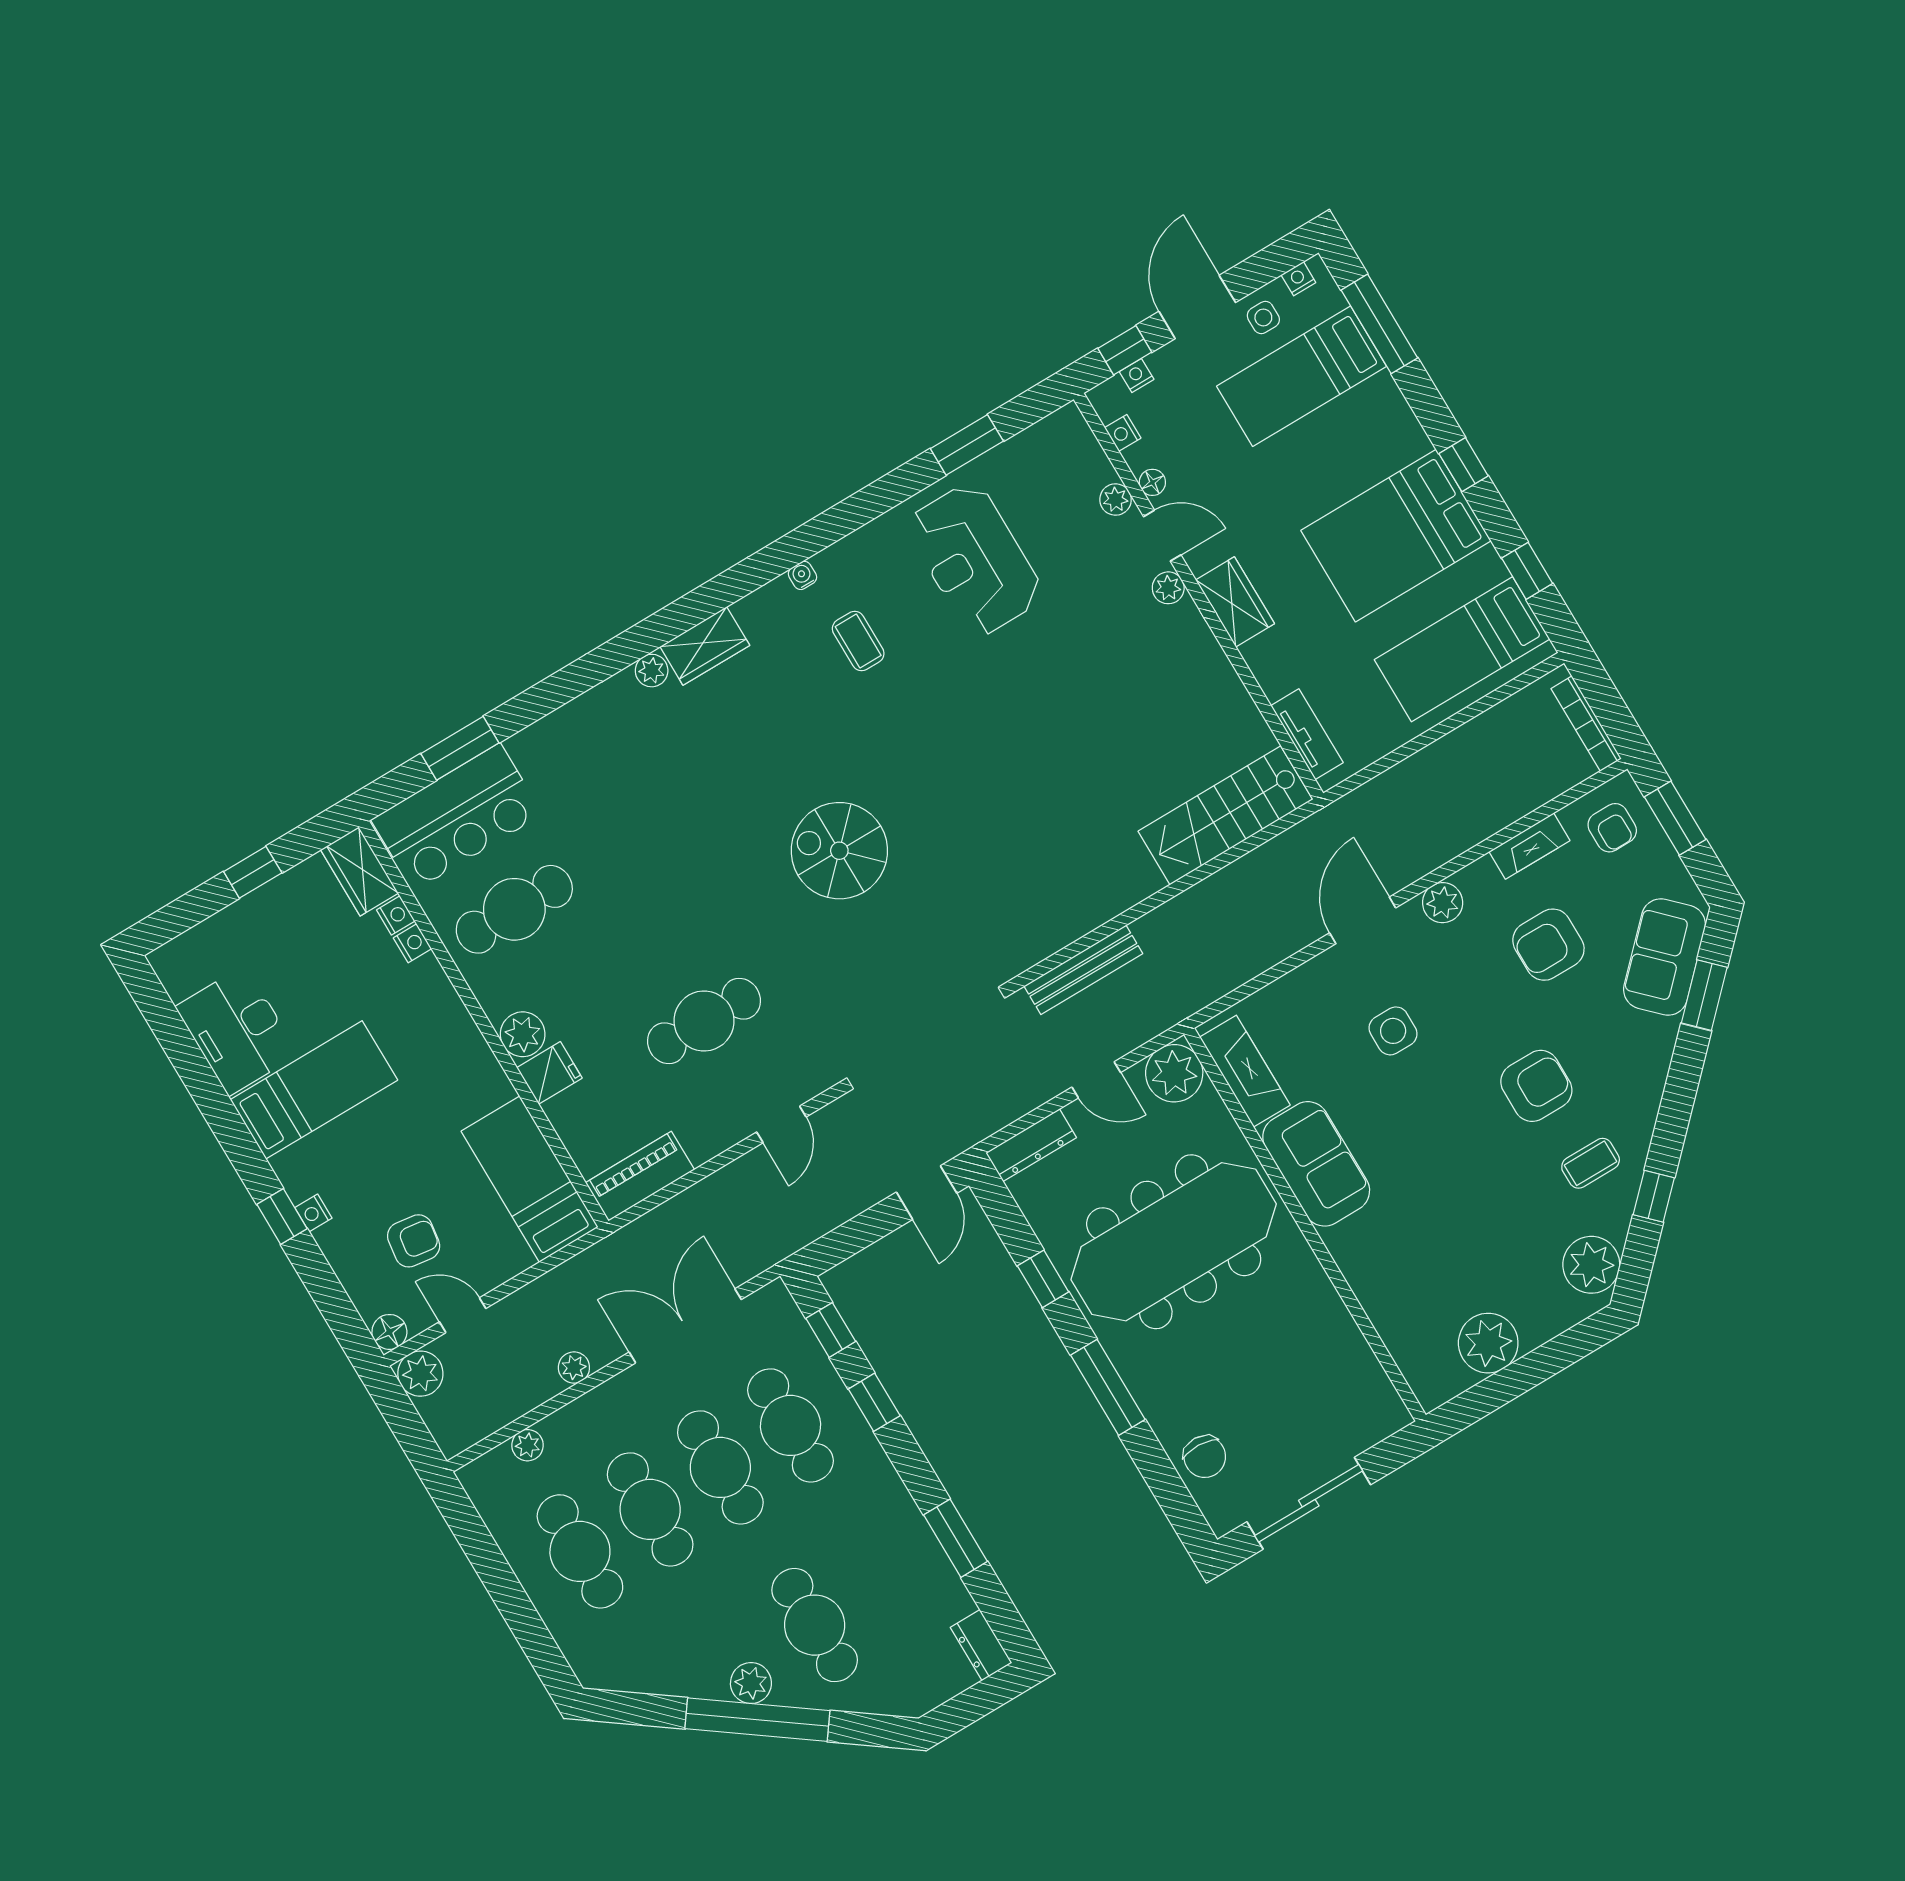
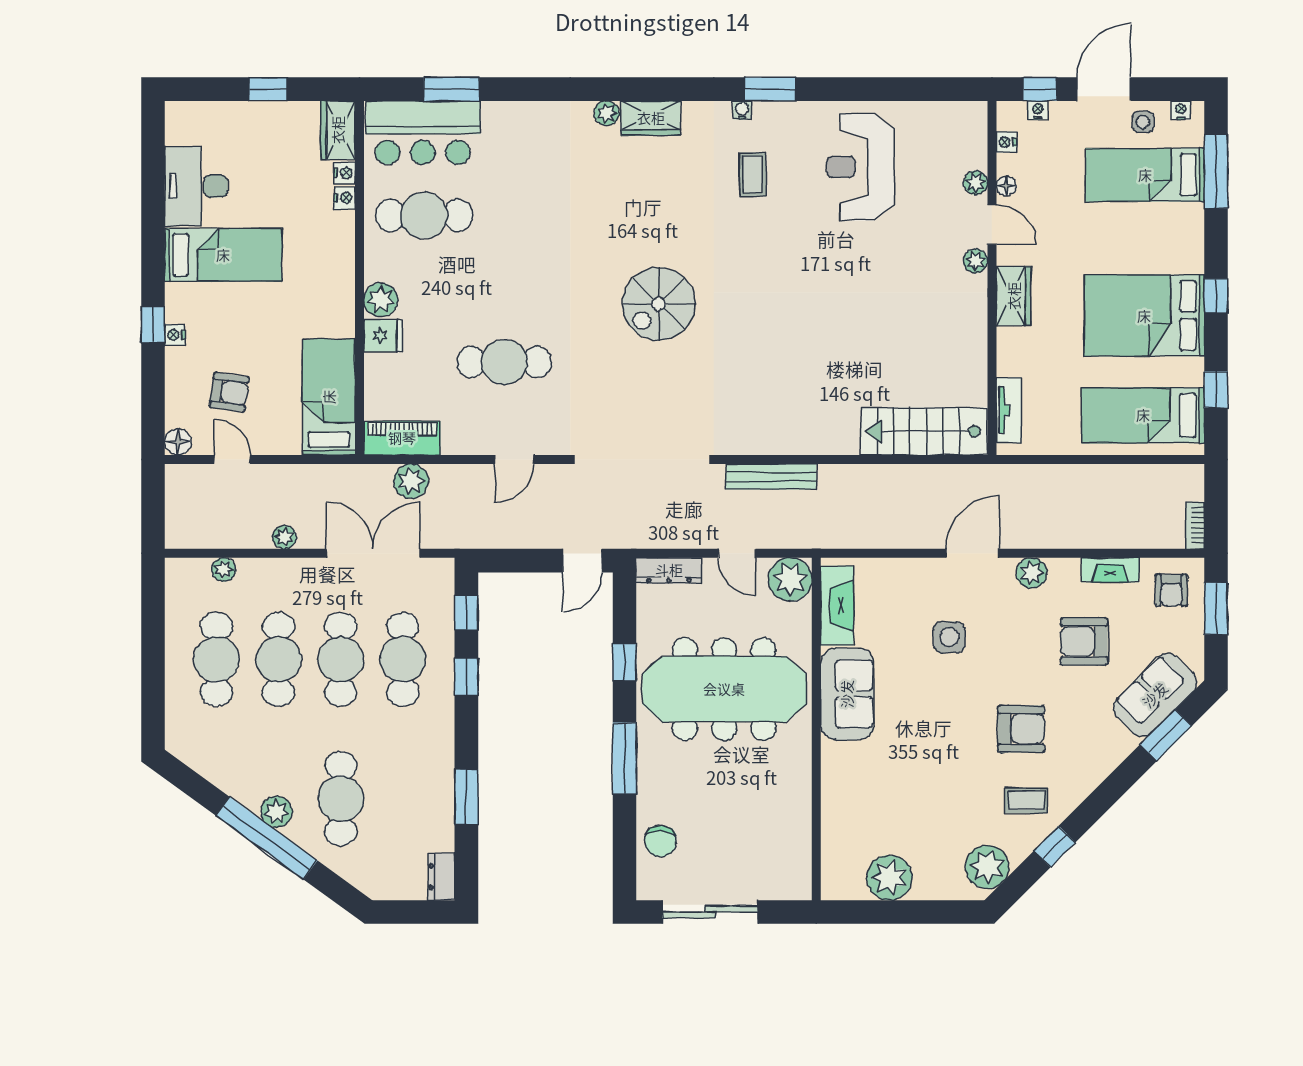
window: (967, 445) -> (770, 89), moved
bookcase: (1586, 724) -> (1195, 525), width x0.64
spiral stairs: (839, 851) -> (659, 304), turned -90
plant: (420, 1374) -> (411, 481), moved

